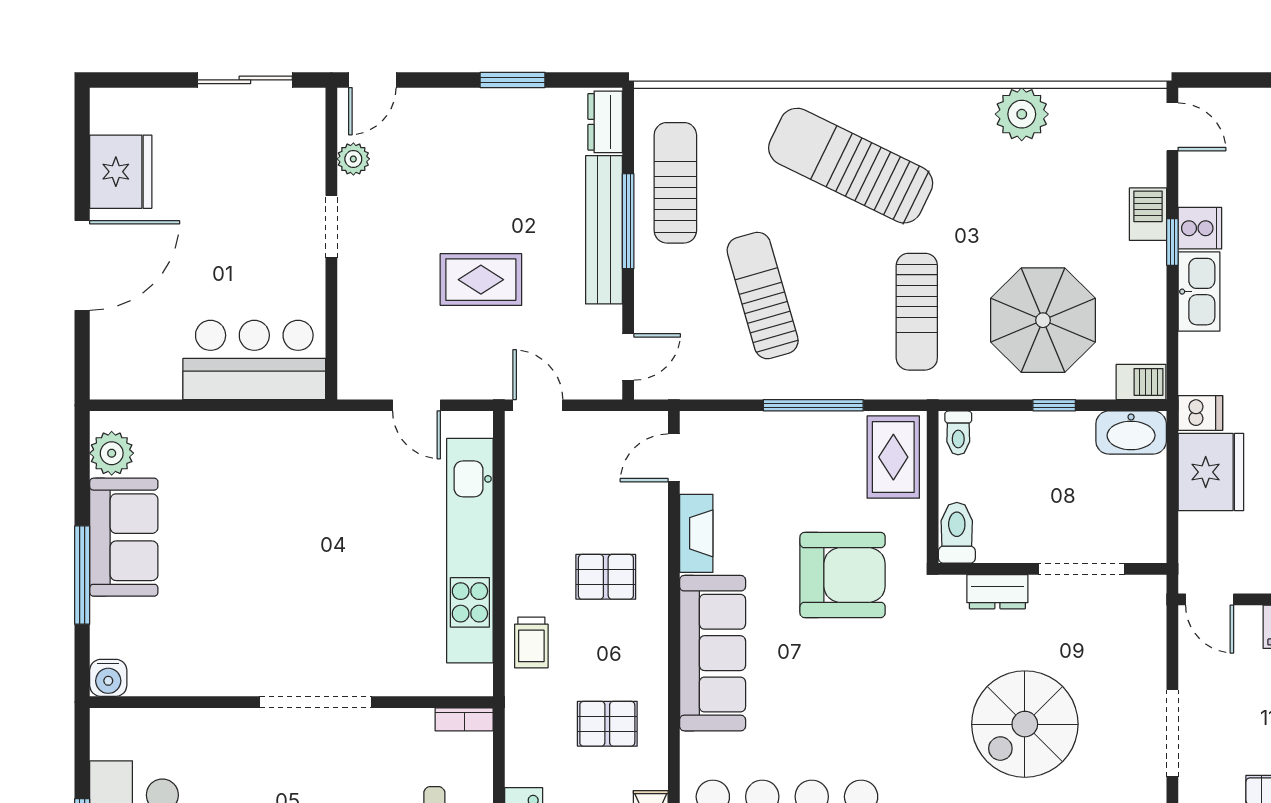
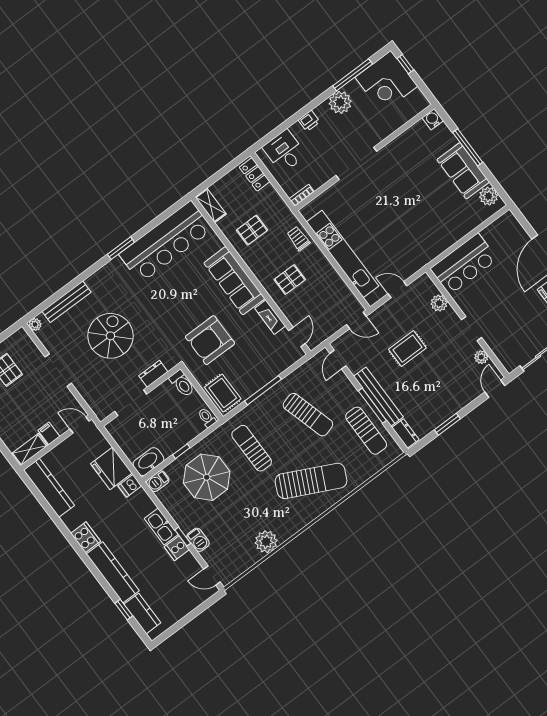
plant: (357, 321) -> (439, 303), added

